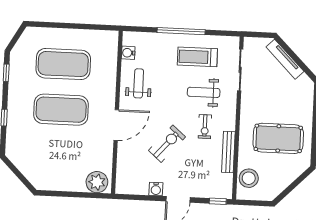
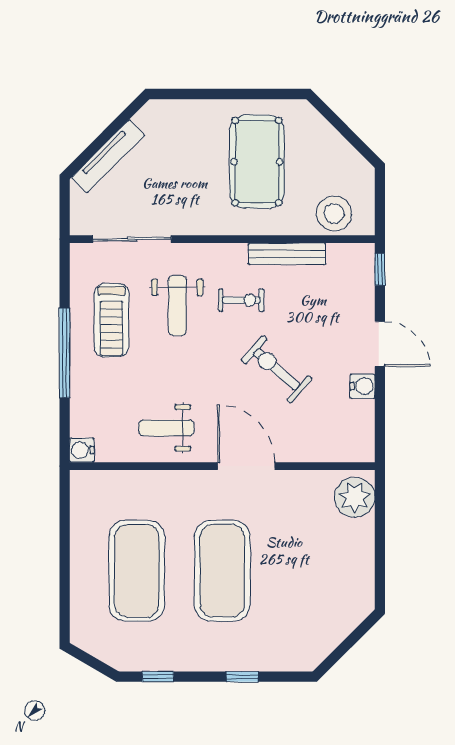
water cooler: (128, 53) -> (82, 450), moved, turned 90

